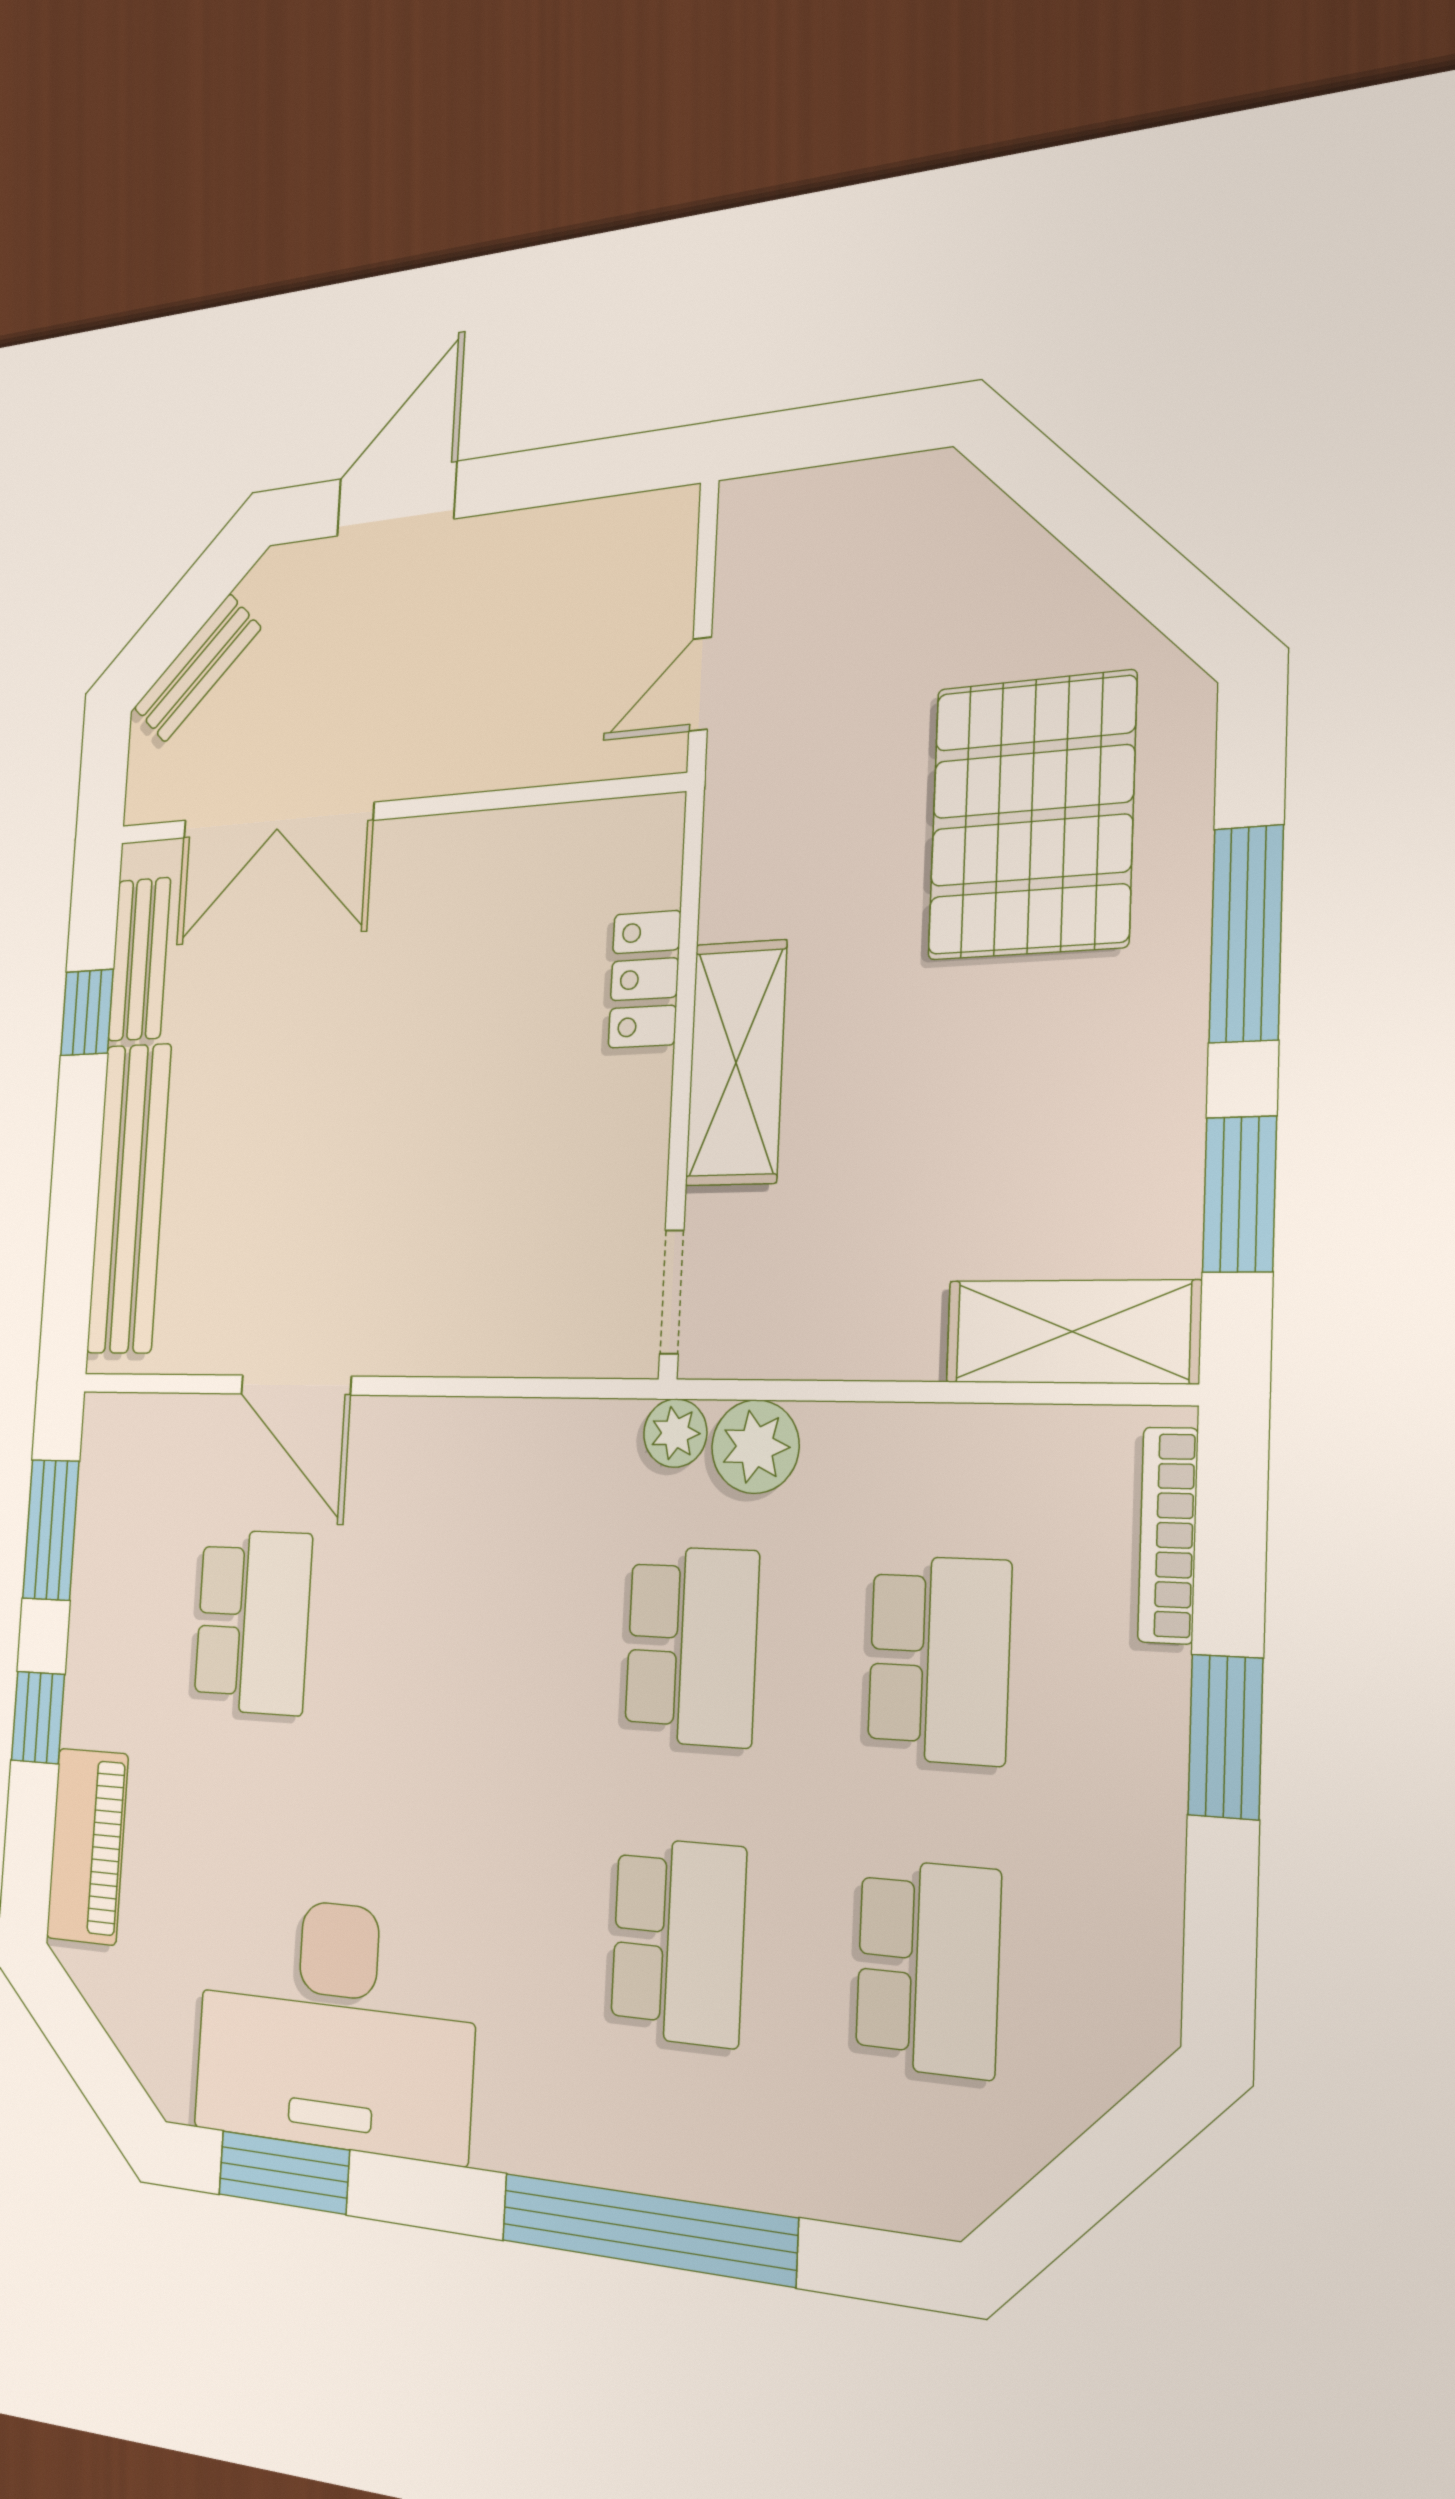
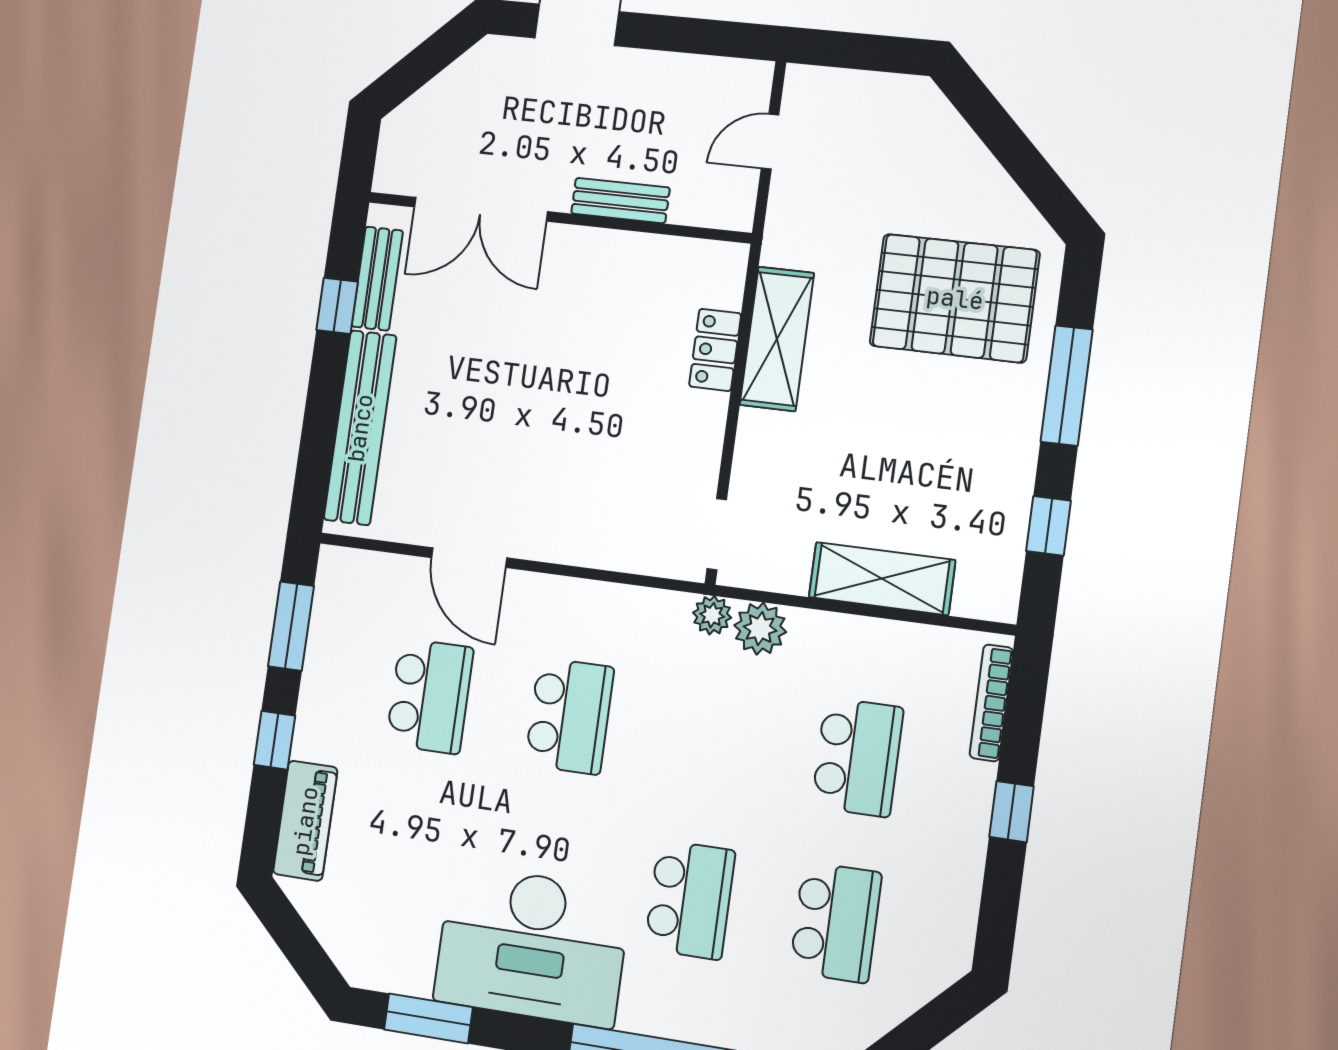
bench: (197, 668) -> (620, 201), moved, turned 45
door: (700, 684) -> (770, 142), moved
pallet: (1032, 816) -> (955, 298), turned 90
shelving: (736, 1063) -> (777, 339), moved
window: (1239, 1194) -> (1048, 526), width x0.67
shelving: (1072, 1332) -> (882, 579), moved
school desk: (692, 1646) -> (569, 716), moved
window: (1225, 1737) -> (1011, 812), width x0.67
desk: (335, 2025) -> (532, 946), moved

